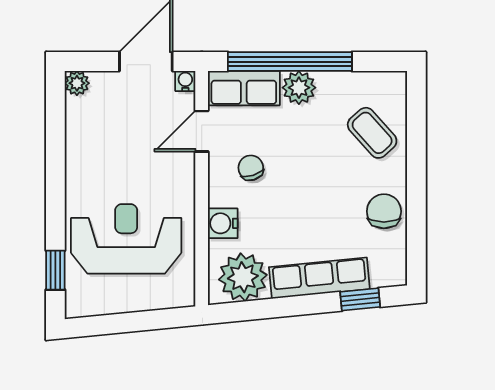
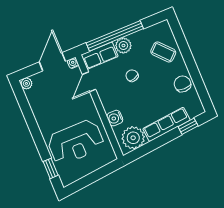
chair: (251, 168) -> (132, 76), moved
reception desk: (126, 239) -> (76, 142), turned 180

